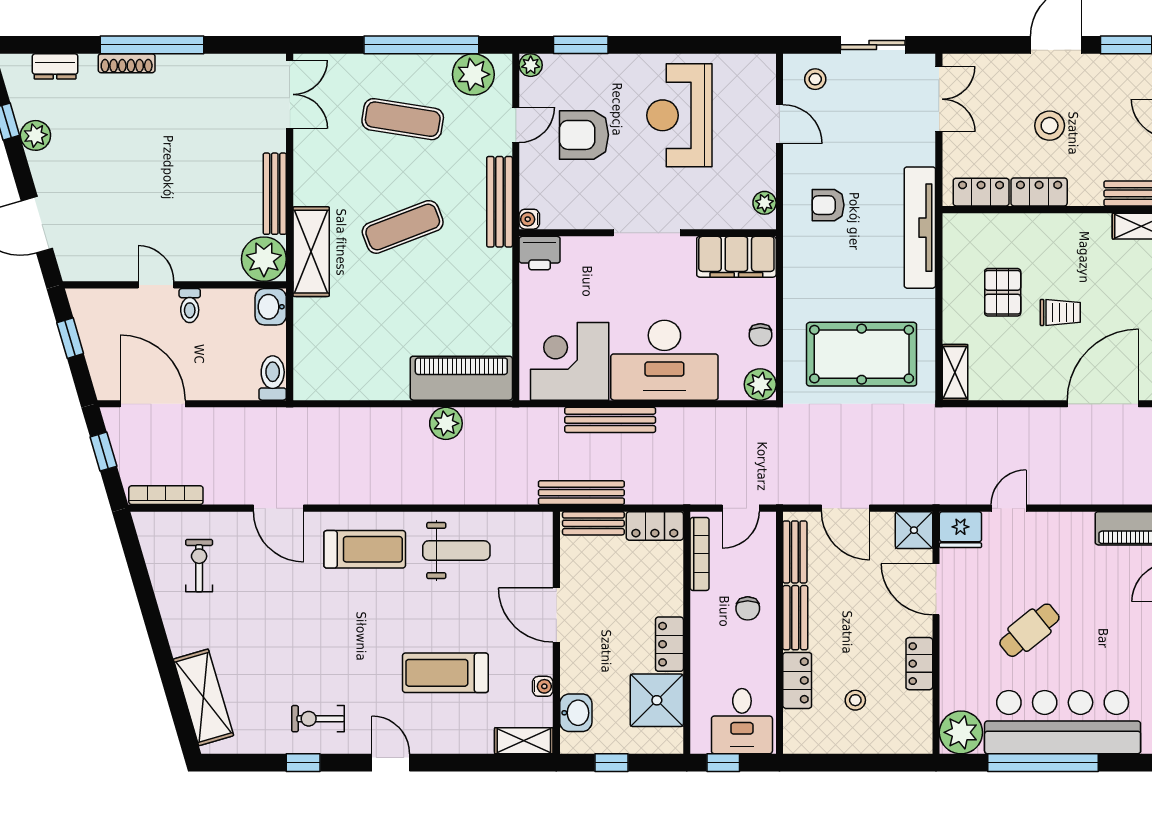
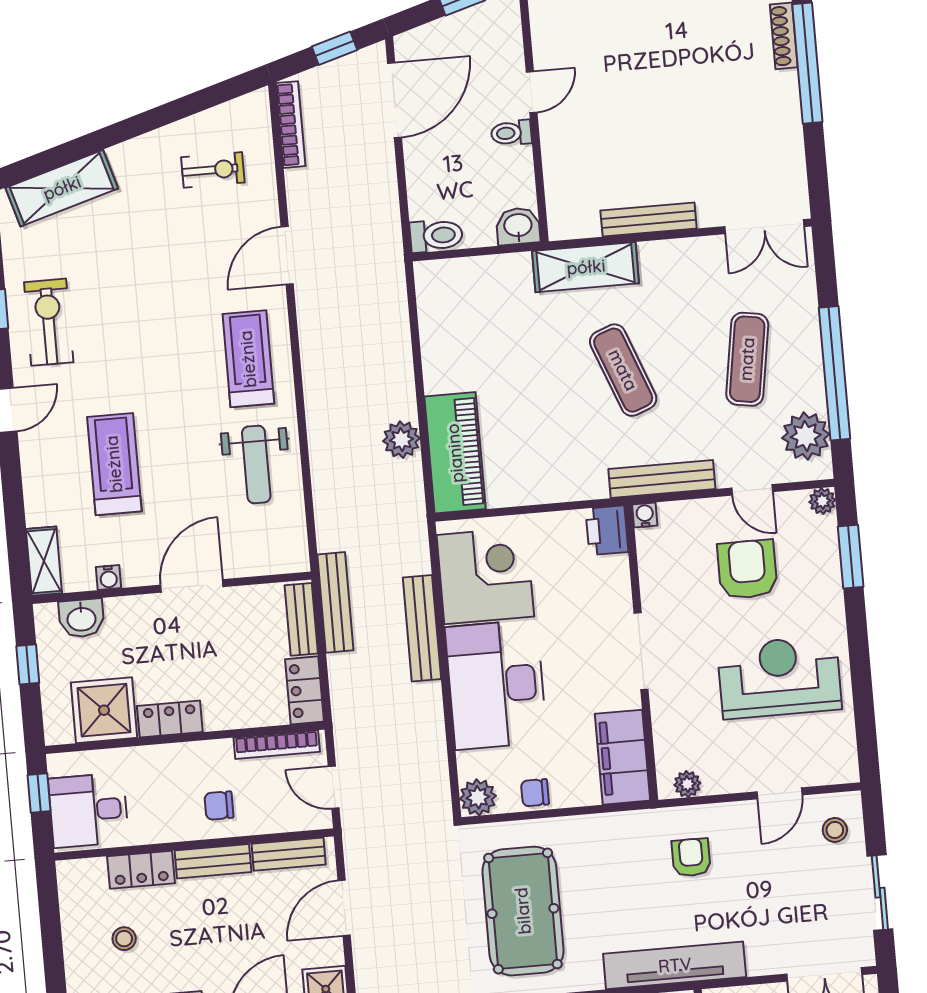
plant: (264, 259) -> (572, 214), removed
treadmill: (365, 549) -> (248, 359), turned 180
exercise bike: (318, 719) -> (49, 322), width x1.38, depth x1.39

